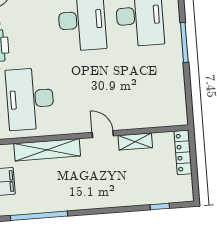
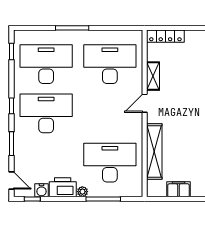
desk: (145, 90) -> (110, 64), added
desk: (30, 99) -> (110, 163), turned 180

